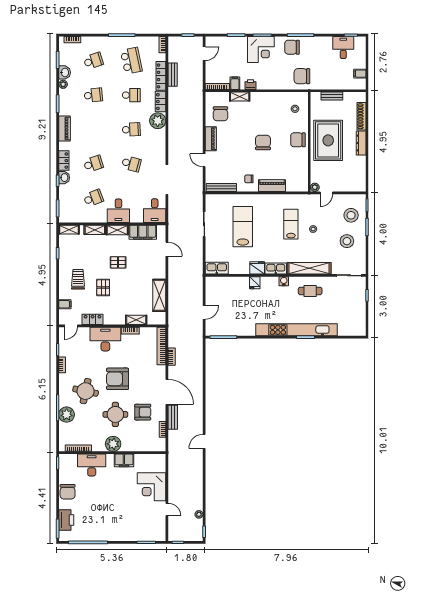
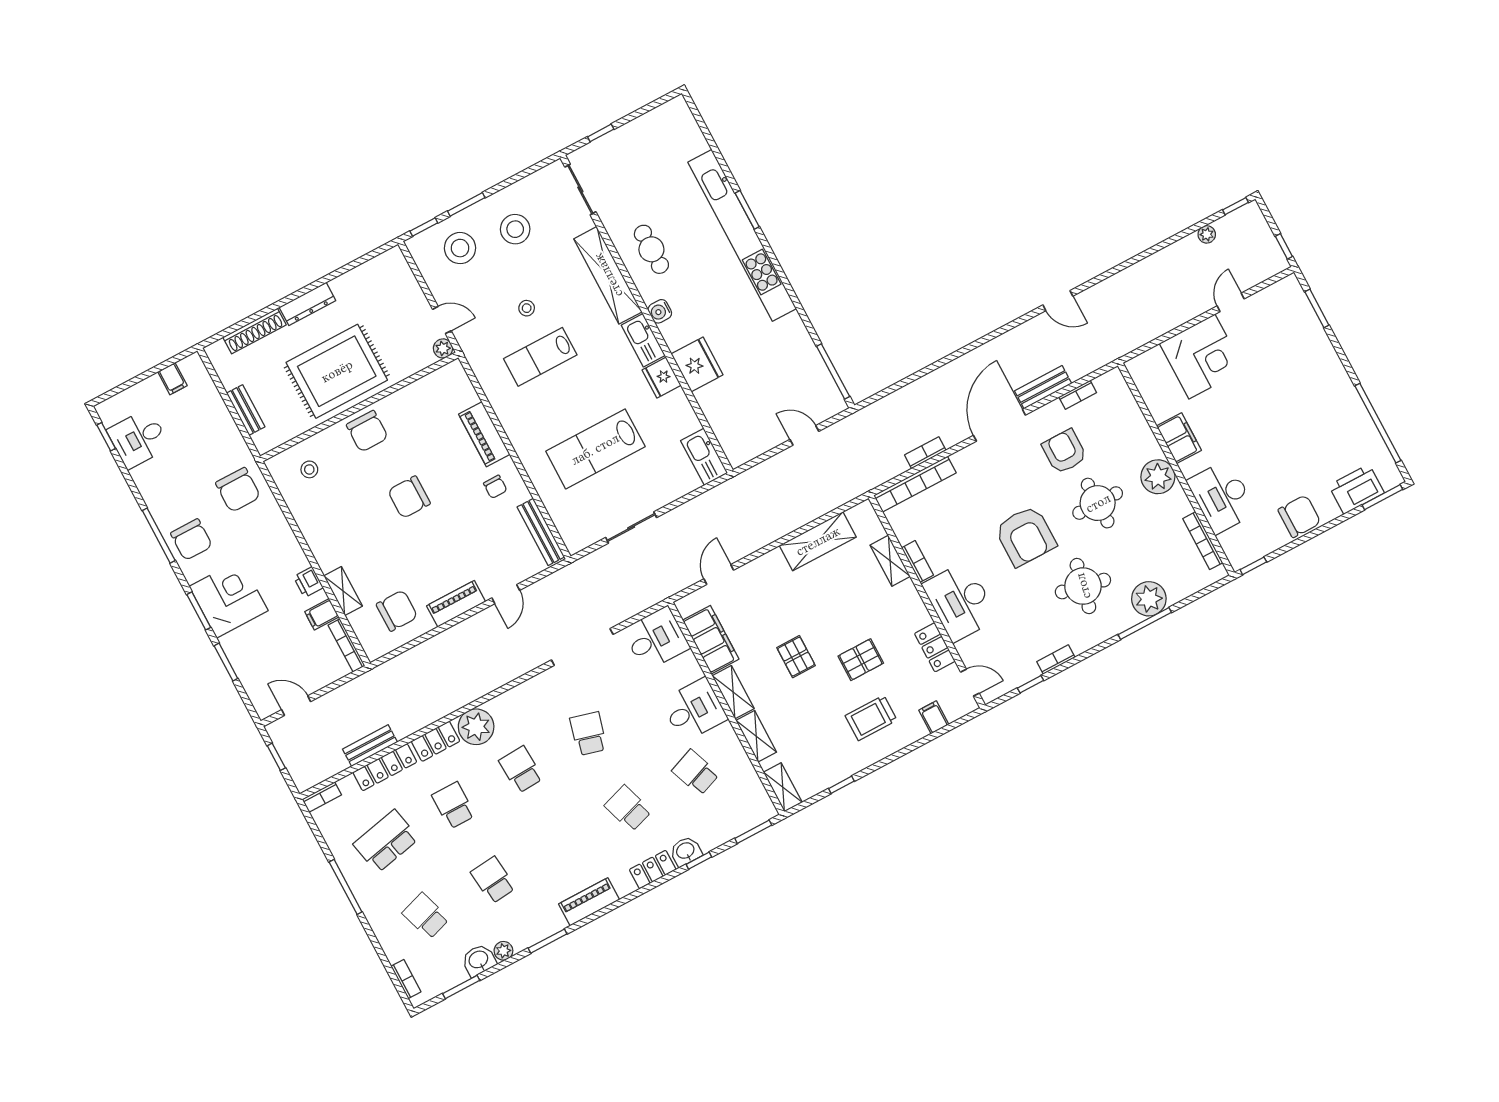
fridge: (255, 283) -> (697, 364), width x1.88, depth x1.34

